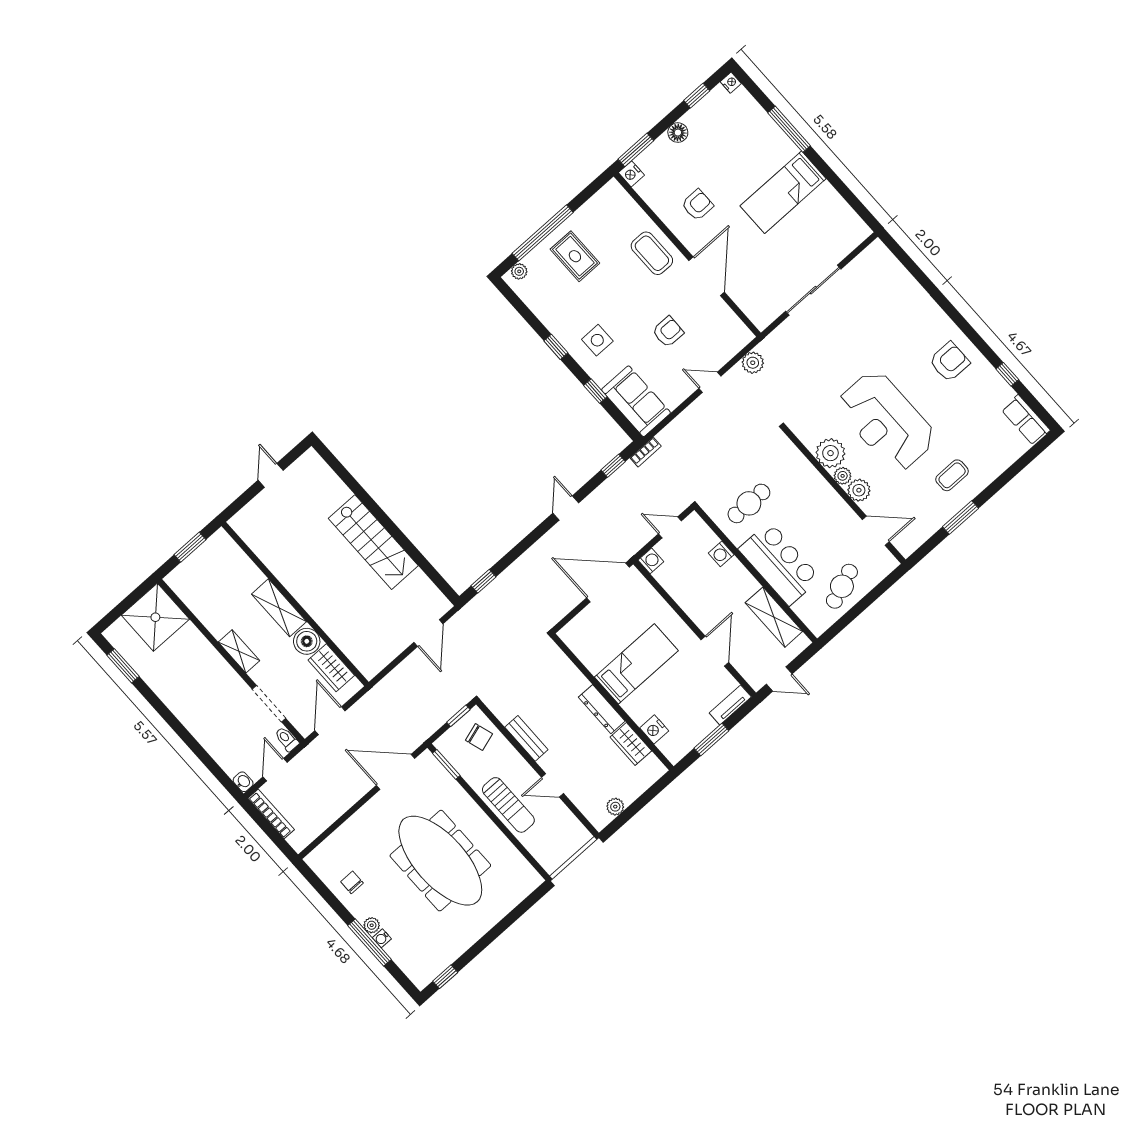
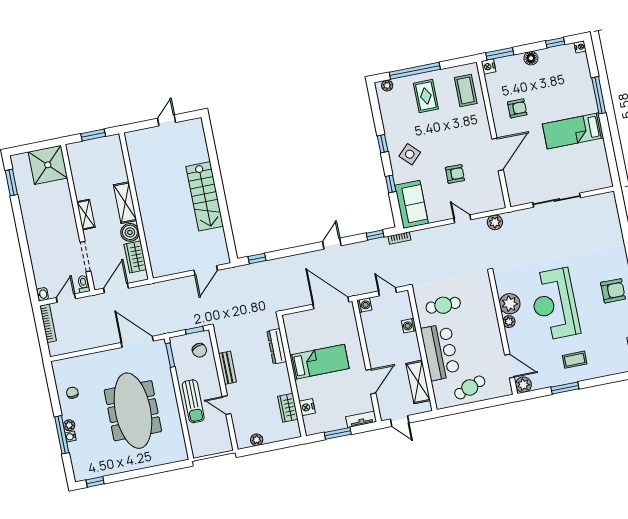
coffee table: (652, 253) -> (466, 91), moved
side table: (597, 340) -> (410, 154), turned 45
plant: (859, 490) -> (523, 385), moved
dresser: (602, 709) -> (277, 346), moved

